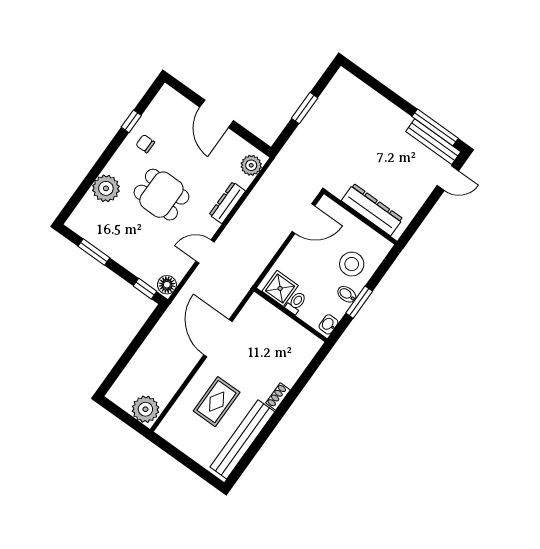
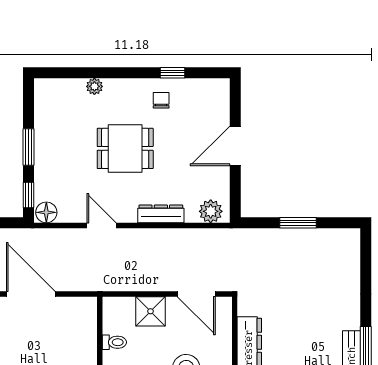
plant: (106, 188) -> (94, 86), width x0.53, depth x0.53
dining table: (161, 195) -> (125, 148), turned 90
window: (94, 252) -> (28, 147), moved
shower: (280, 288) -> (150, 311), moved
door: (218, 338) -> (31, 294), hinge flipped

